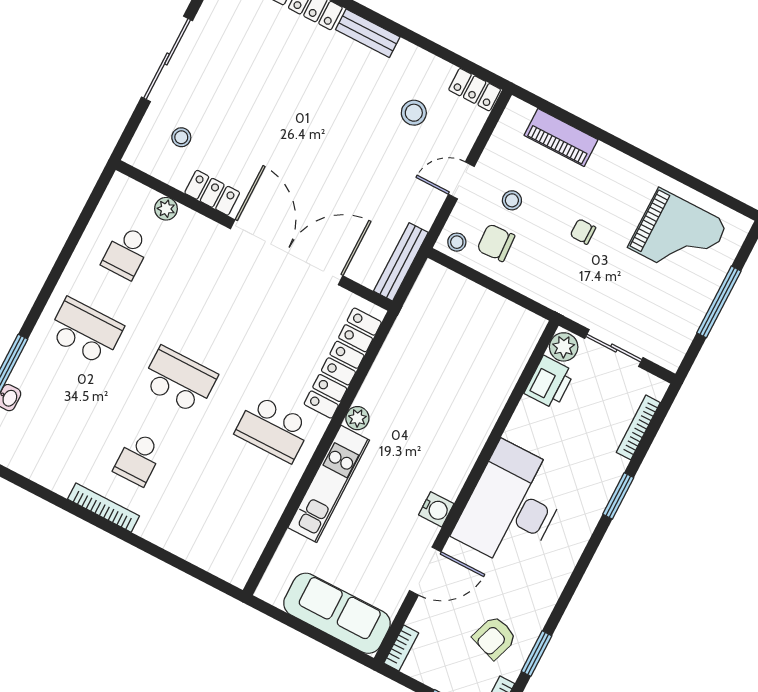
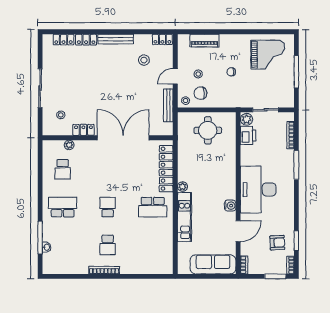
bench: (368, 33) -> (116, 39), width x1.36
bench: (401, 262) -> (168, 105), moved
round table: (471, 328) -> (208, 130), added
school desk: (179, 380) -> (108, 207), width x0.54
window: (618, 496) -> (296, 165), width x1.44
armchair: (495, 638) -> (277, 243), turned -112

